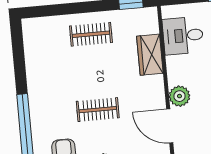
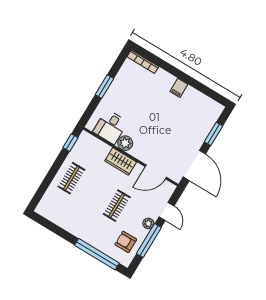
wardrobe: (150, 55) -> (121, 161), moved
plant: (179, 96) -> (125, 143), moved

